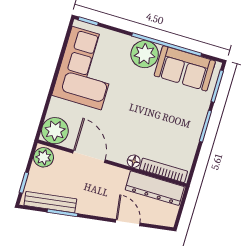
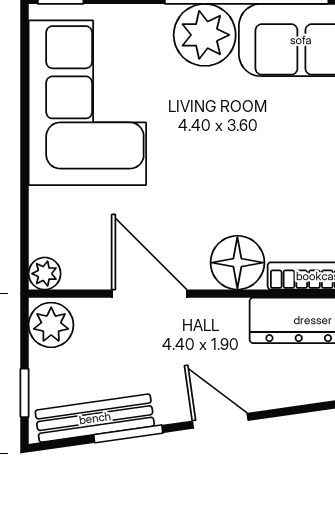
plant: (55, 131) -> (45, 274), width x0.53, depth x0.53
floor lamp: (134, 161) -> (237, 263), width x1.89, depth x1.89
door: (128, 223) -> (220, 421), moved

